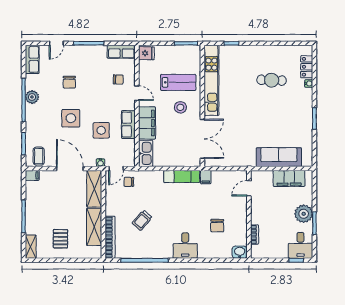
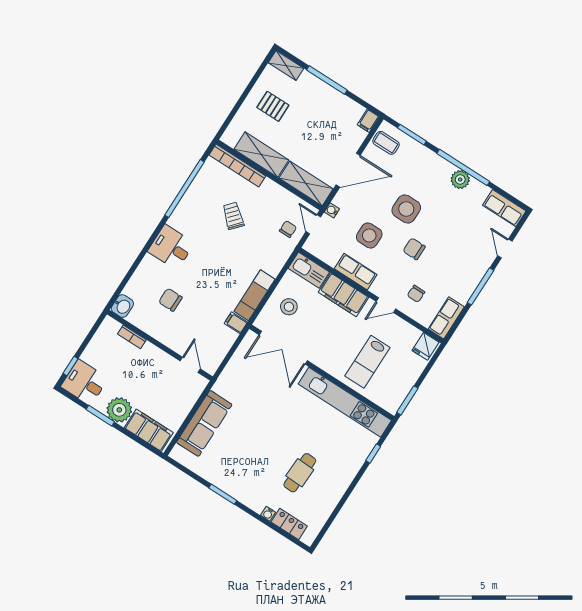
chair: (69, 82) -> (414, 249), moved
stool: (180, 107) -> (289, 307), moved
filing cabinet: (289, 178) -> (149, 430), moved, turned 90

